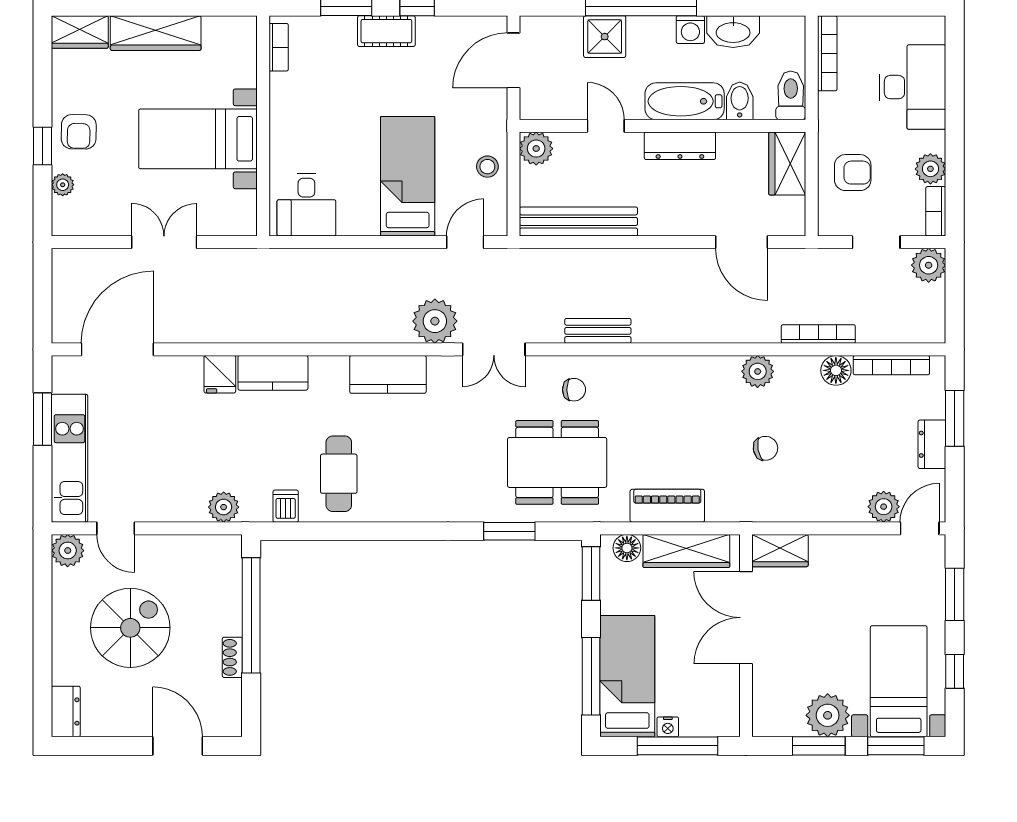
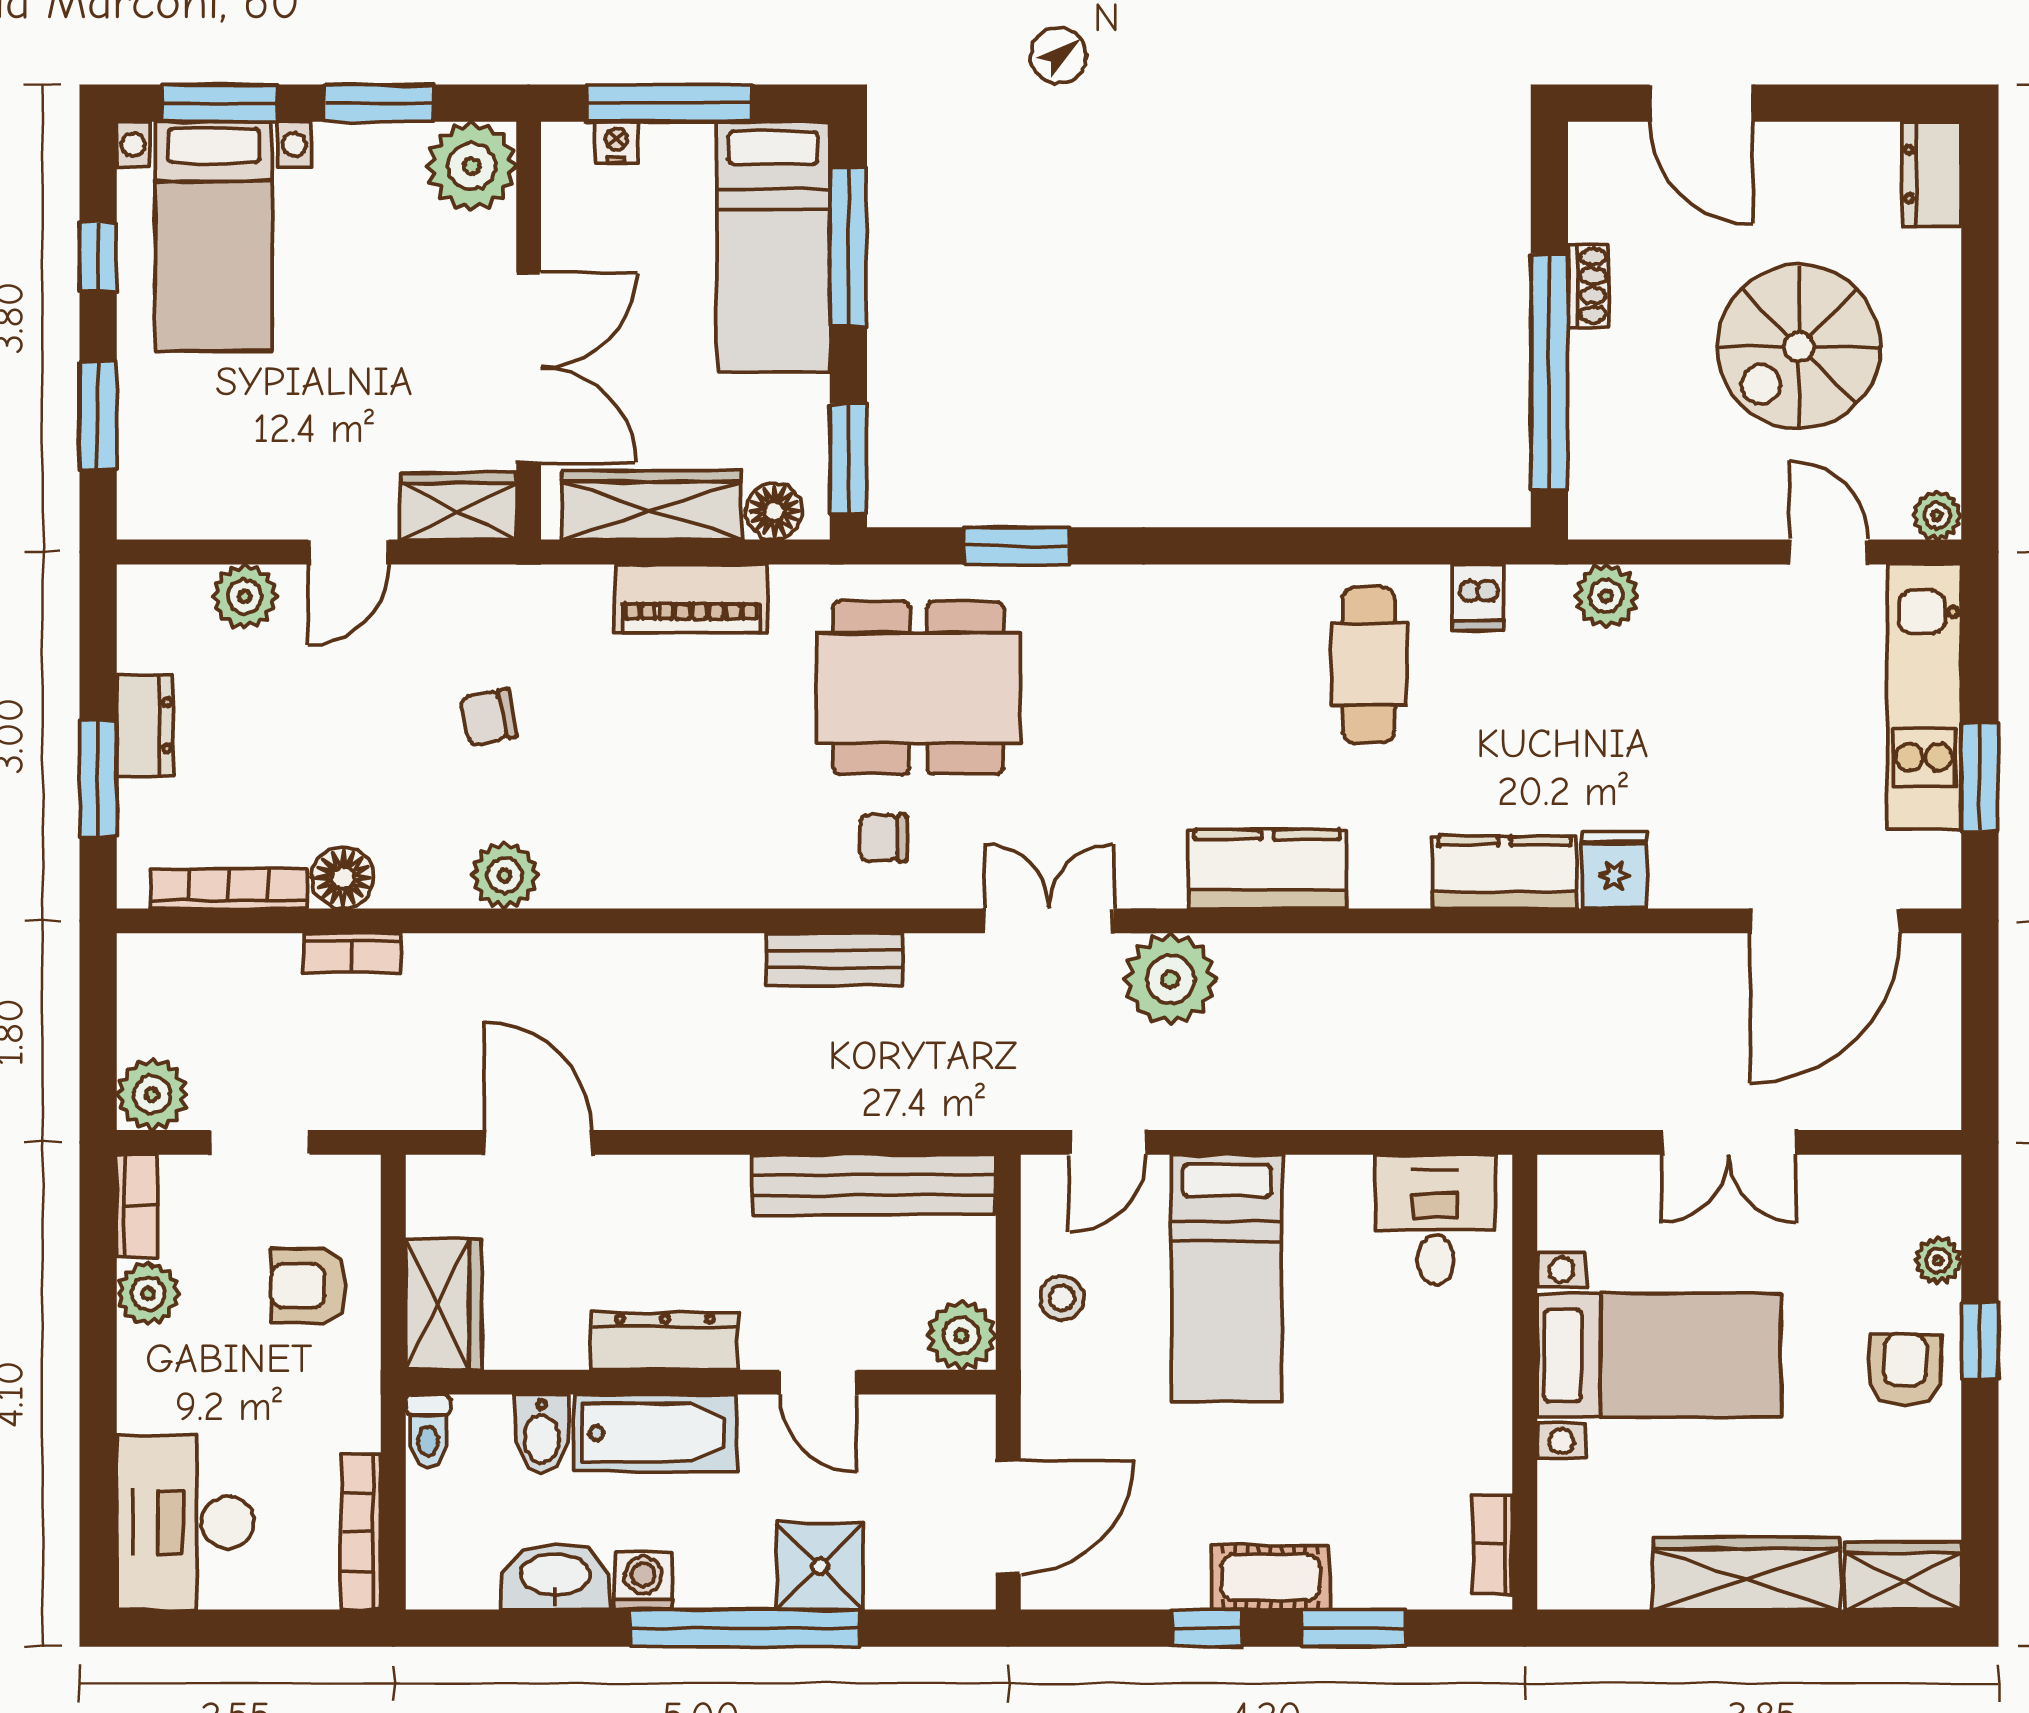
desk: (912, 87) -> (185, 1522), moved
toilet: (791, 95) -> (428, 1431), width x0.73, depth x0.72
bookcase: (818, 334) -> (352, 953), width x0.64
door: (920, 528) -> (348, 552), moved
plant: (68, 551) -> (1937, 515), width x0.73, depth x0.73
plant: (828, 715) -> (472, 166), moved
nightstand: (668, 727) -> (616, 142), moved

